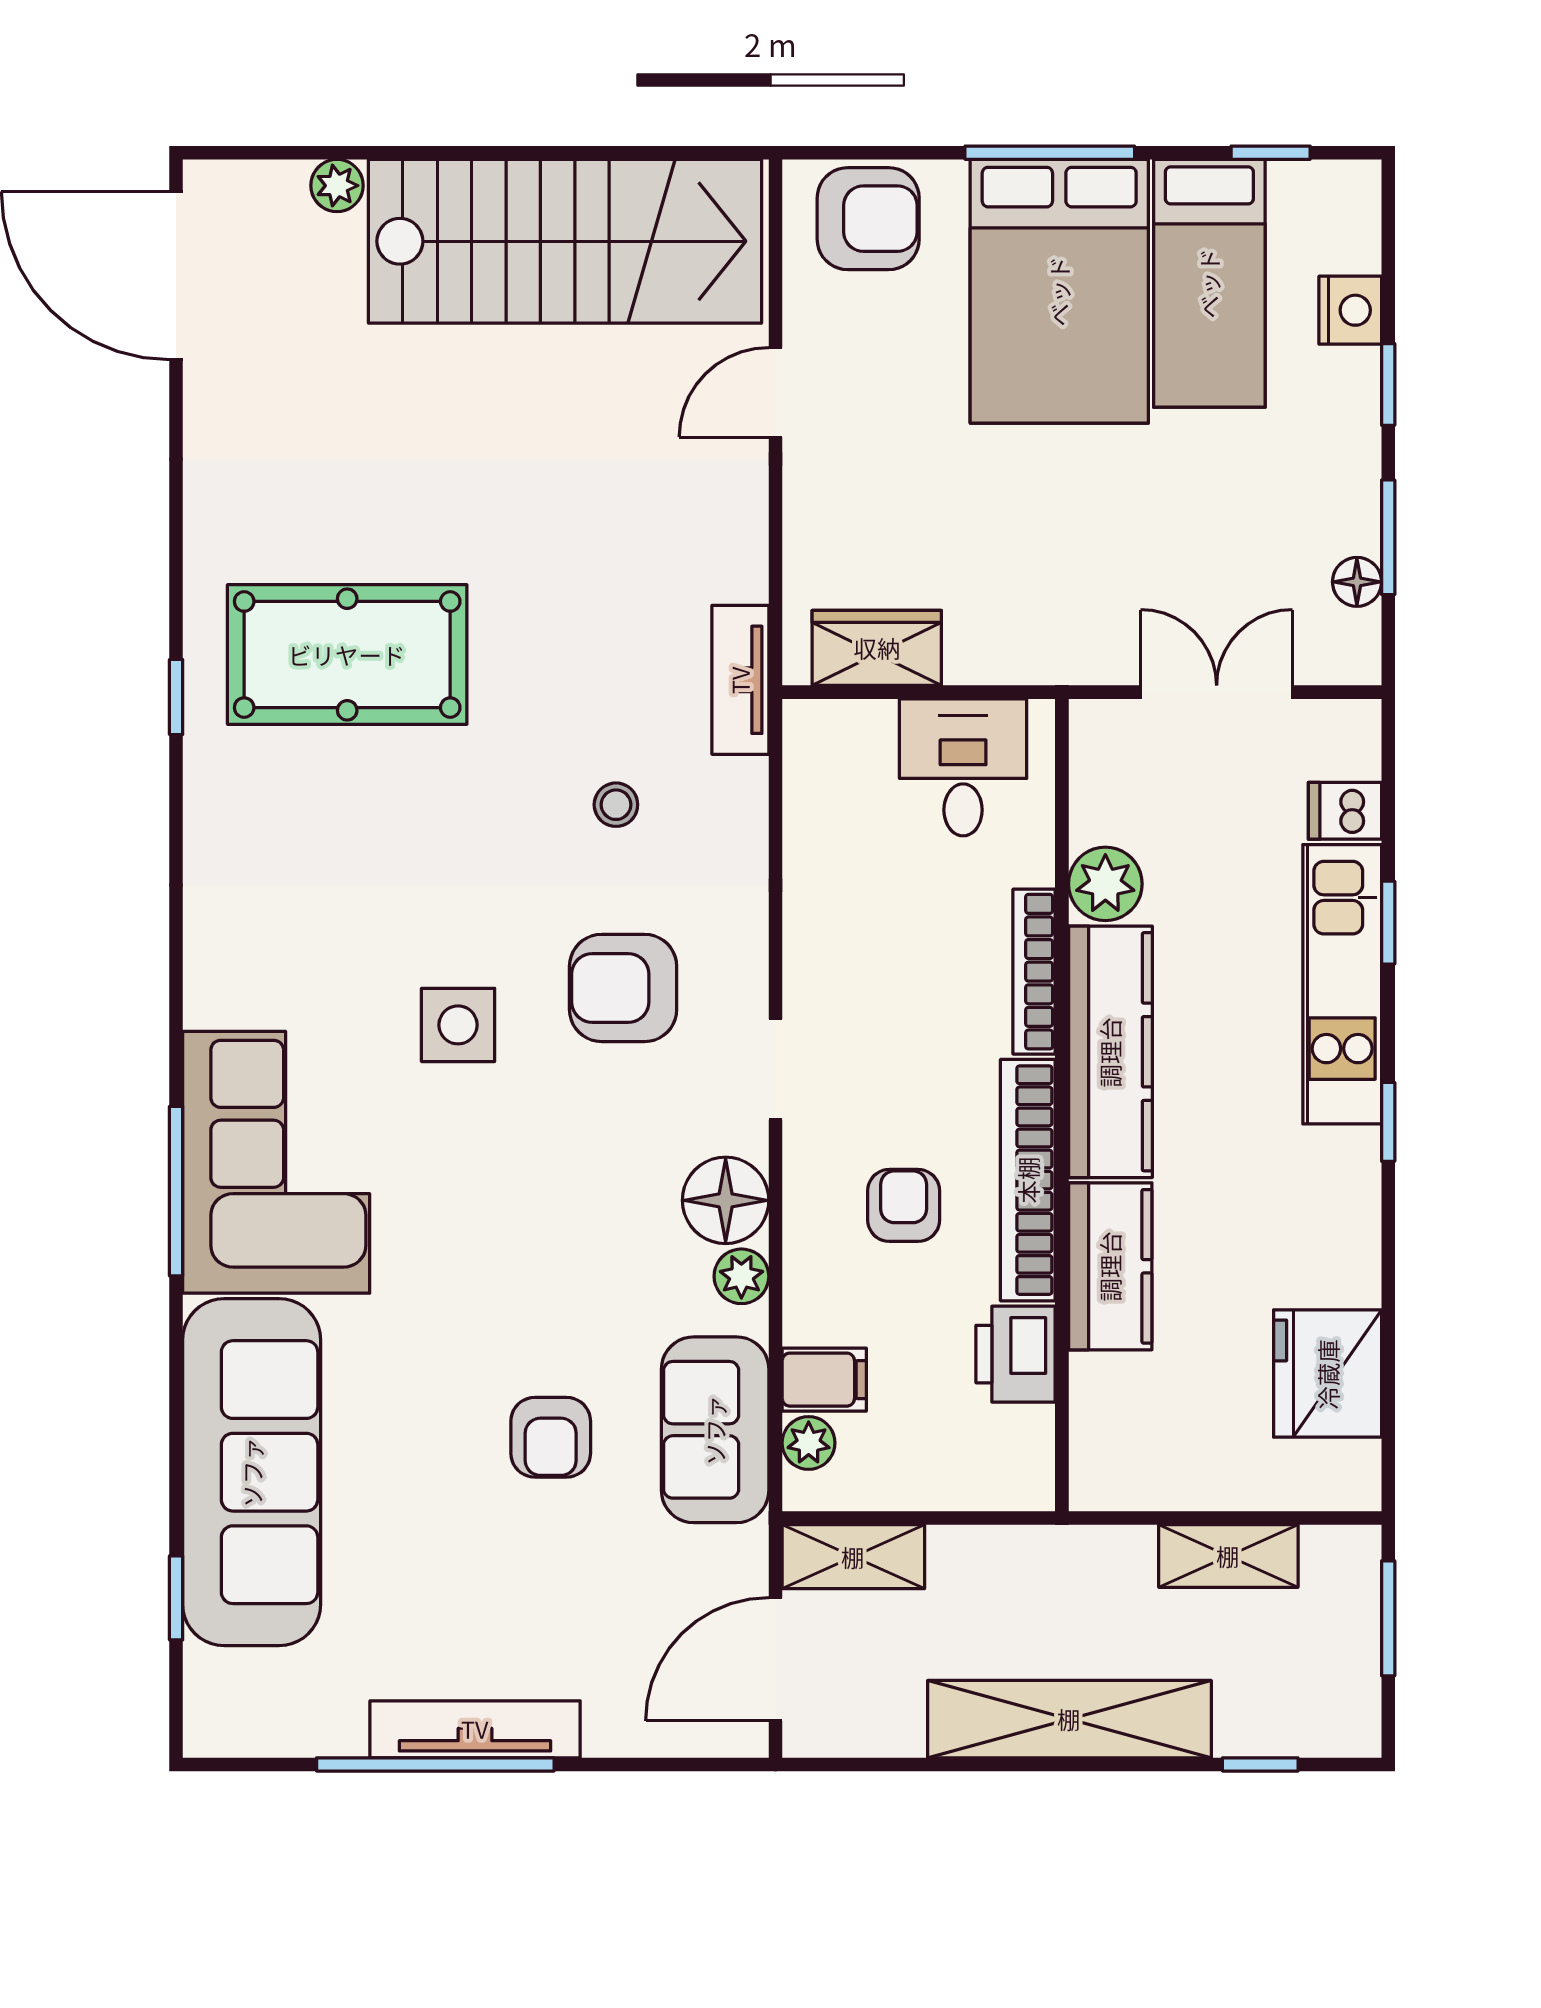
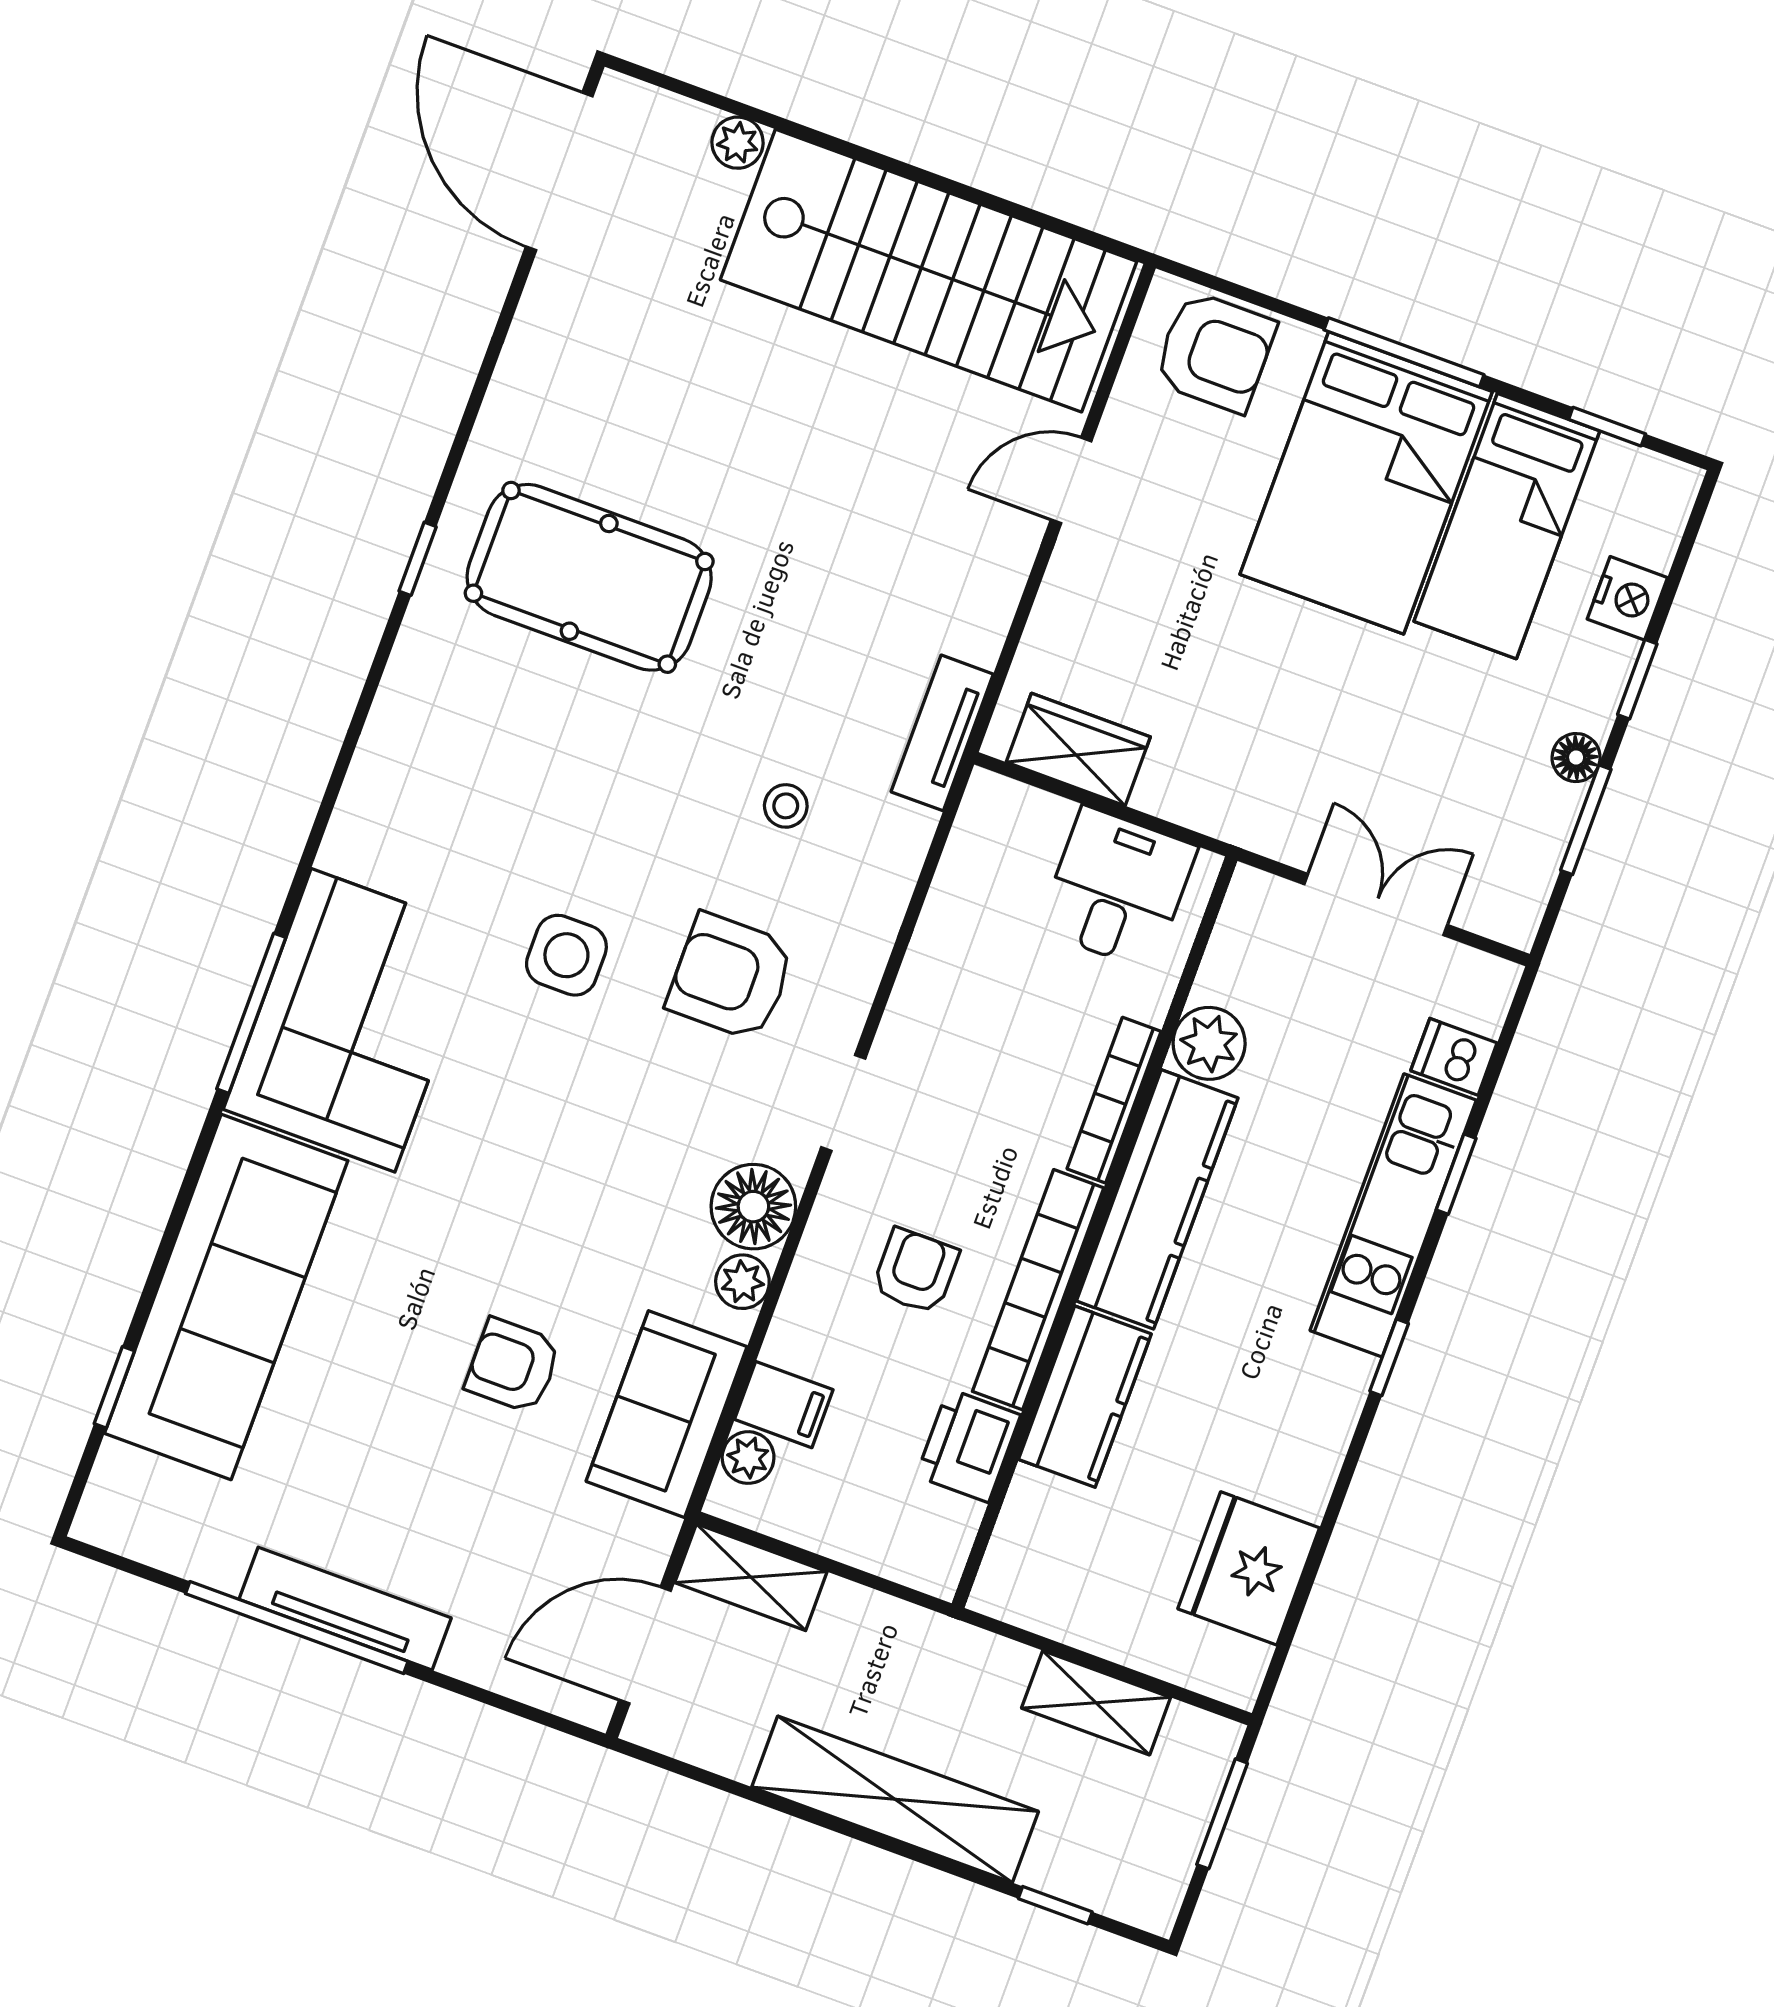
floor lamp: (1357, 582) -> (1576, 758), moved
armchair: (551, 1437) -> (513, 1366), turned 90

